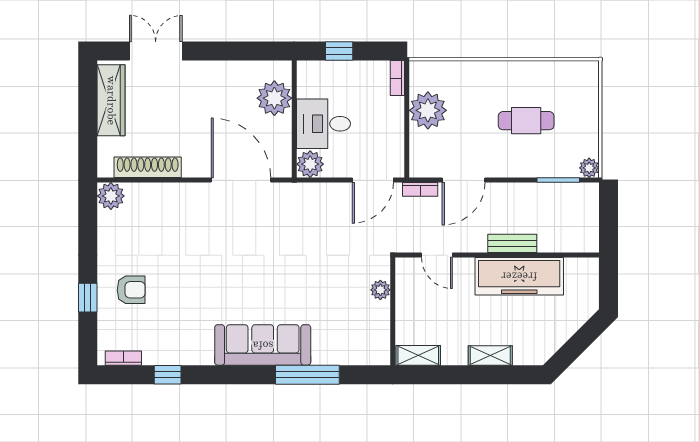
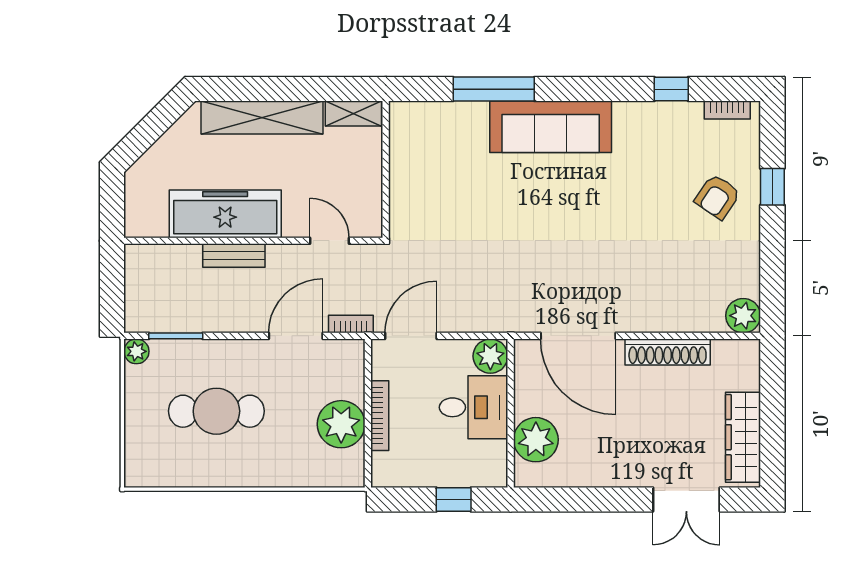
bookcase: (397, 78) -> (380, 416), moved, width x1.56
cafe table: (526, 121) -> (216, 411), width x1.37, depth x1.35
shoe rack: (148, 167) -> (668, 352), moved
armchair: (131, 290) -> (717, 197), turned -56
plant: (380, 290) -> (401, 197), removed
shelving: (490, 355) -> (262, 118), width x2.20, depth x1.33

